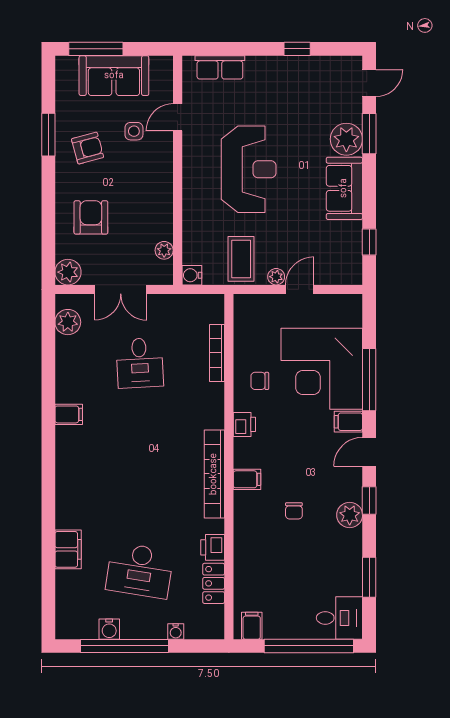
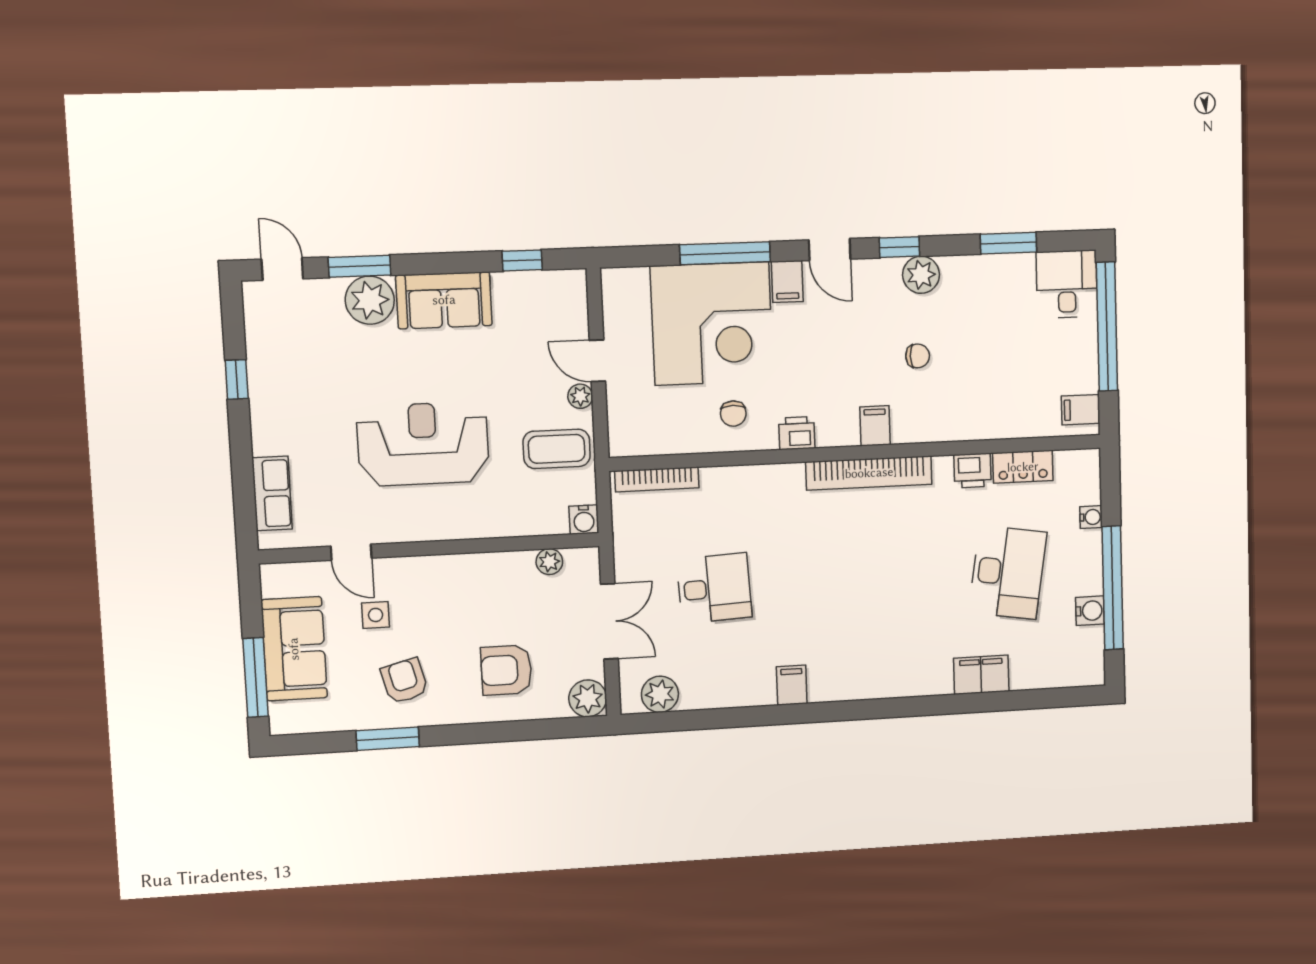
bookcase: (217, 353) -> (657, 479), moved

